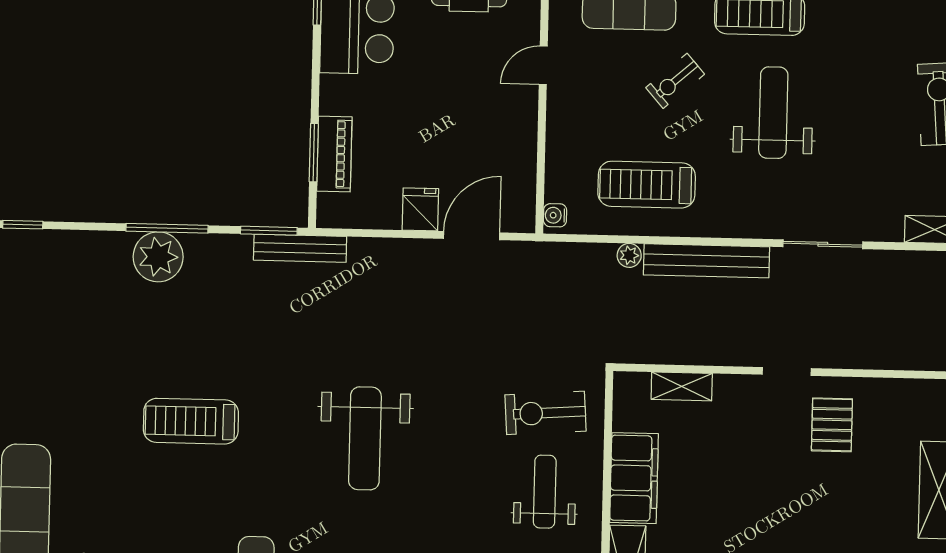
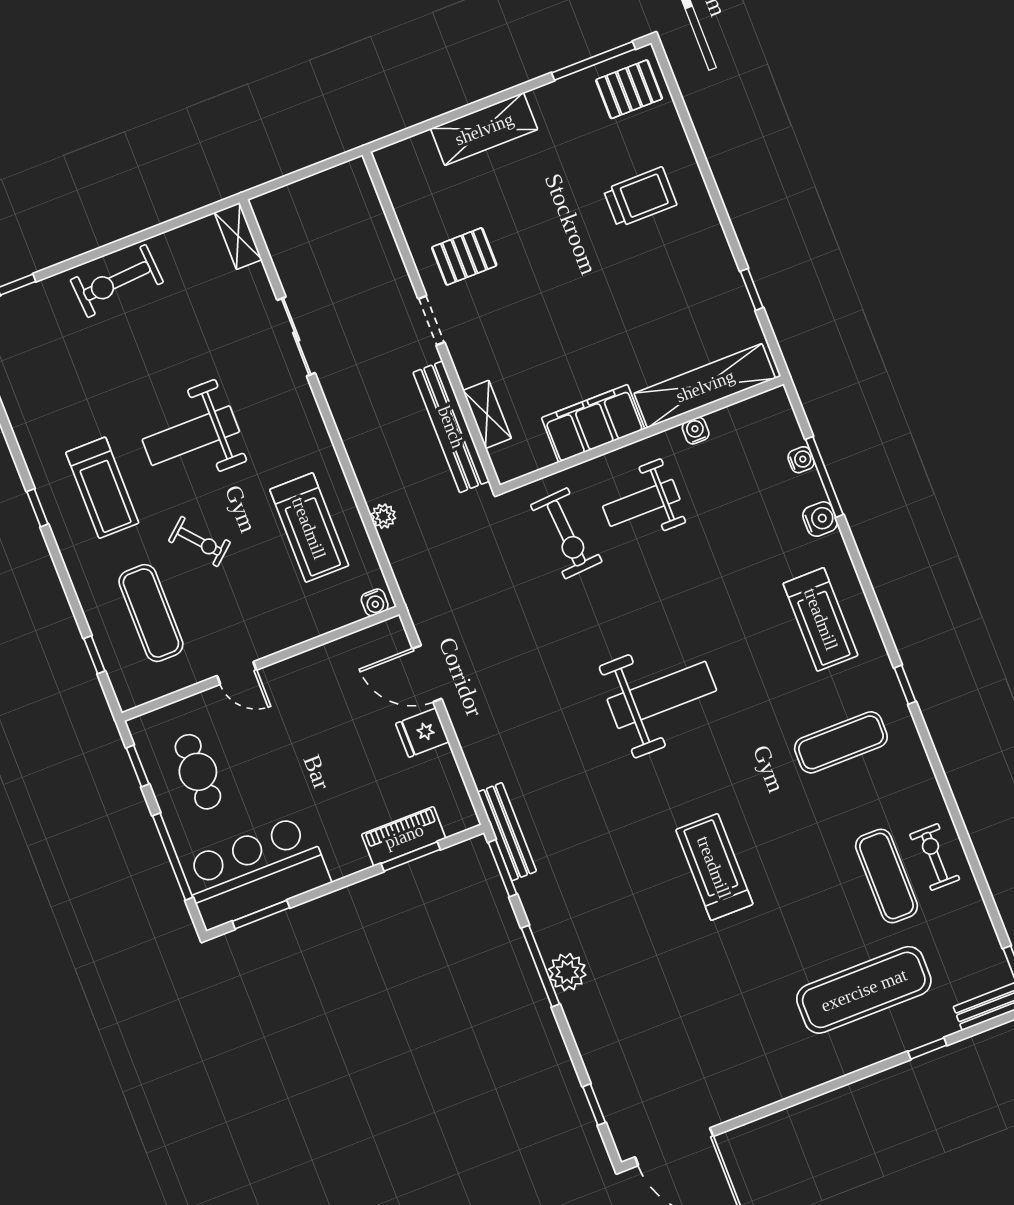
plant: (158, 257) -> (567, 972), width x0.73, depth x0.73
bench: (706, 261) -> (451, 427), moved
treadmill: (191, 421) -> (714, 867), turned 180

